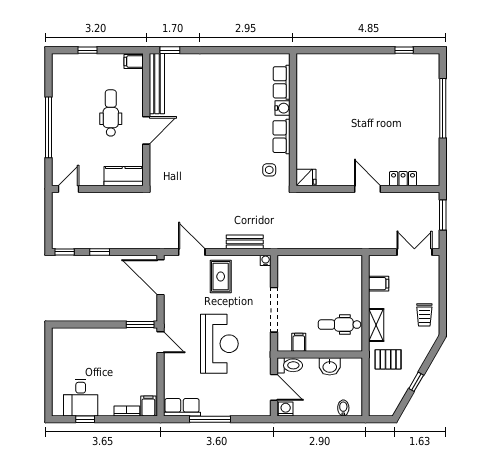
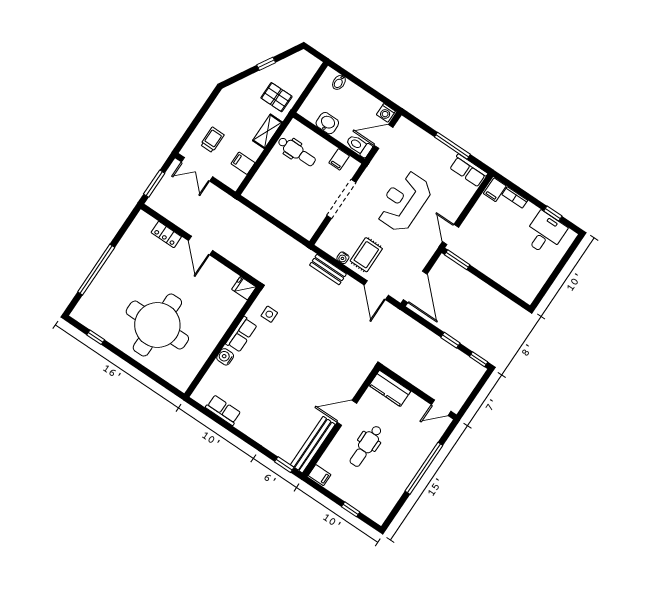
row of seats: (282, 82) -> (223, 410), moved, turned -90
round table: (359, 96) -> (157, 325), added
water cooler: (266, 260) -> (343, 258), moved
trolley: (424, 315) -> (212, 140), moved
door: (274, 387) -> (384, 137), hinge flipped

